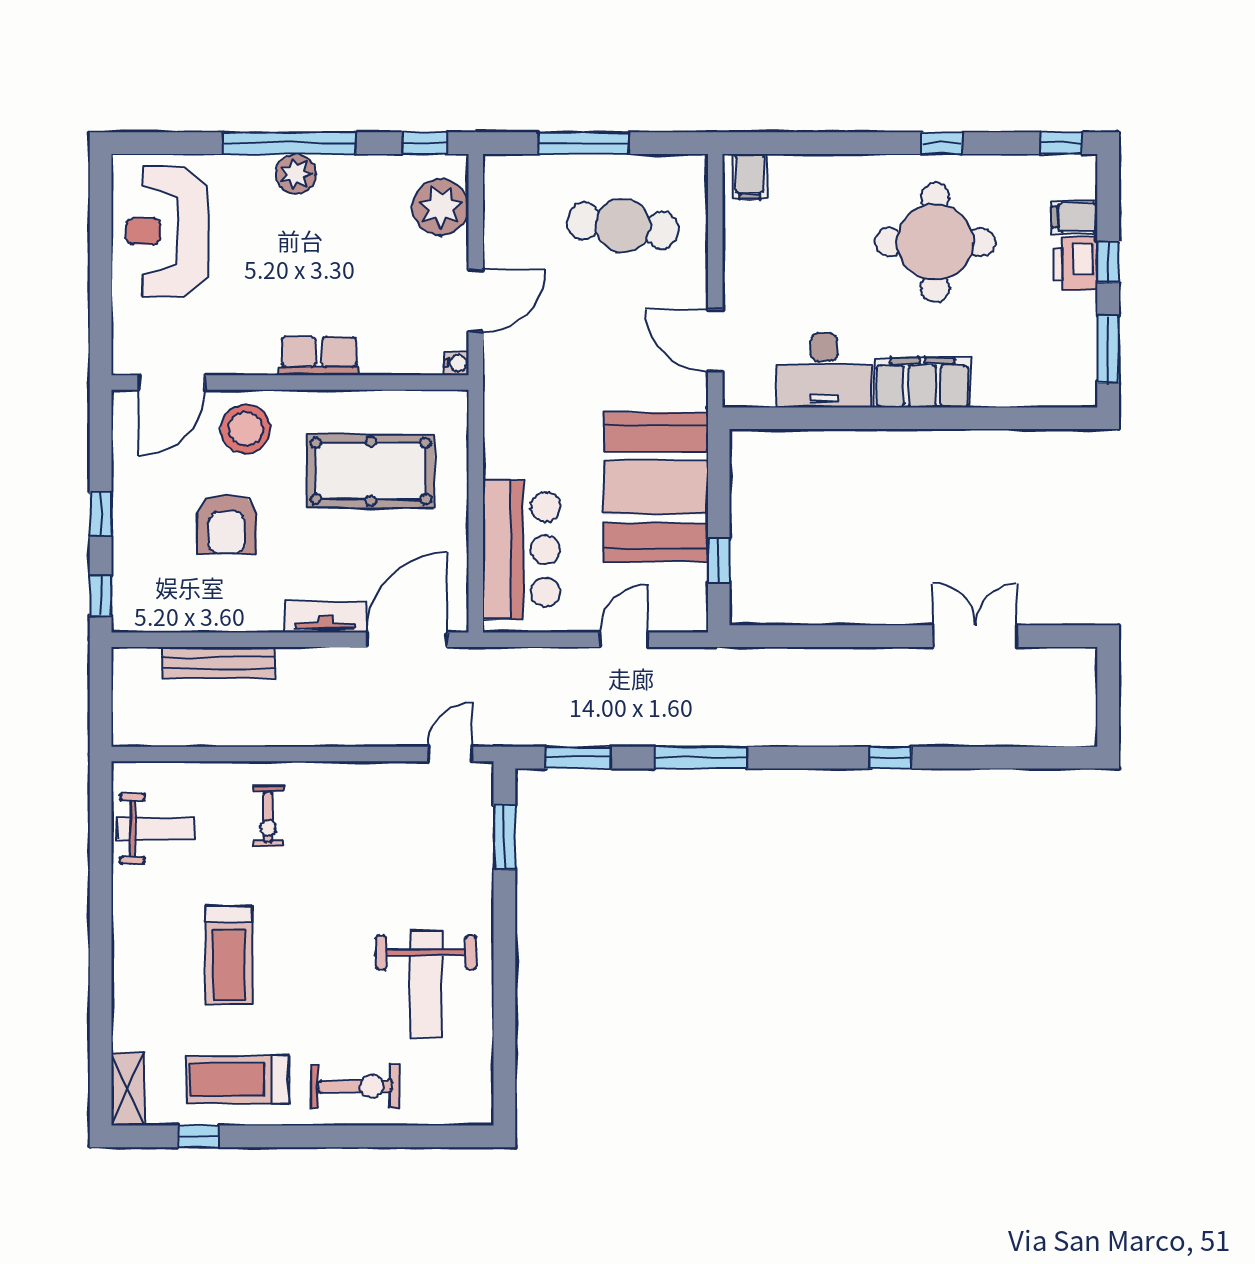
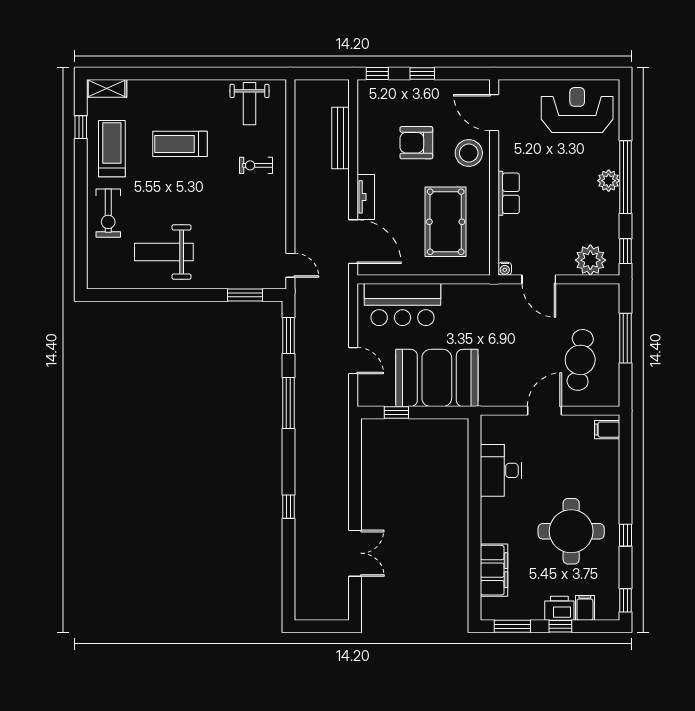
door: (715, 340) -> (545, 411), moved
filing cabinet: (922, 383) -> (494, 570), moved

